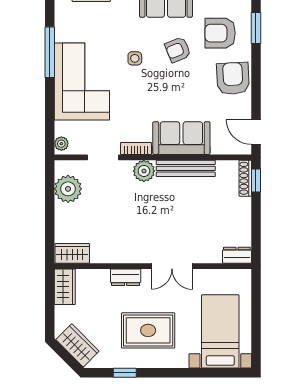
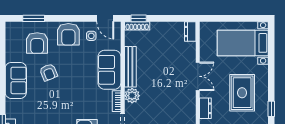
side table: (135, 58) -> (91, 36), moved
armchair: (233, 78) -> (68, 34), turned -87
door: (256, 132) -> (105, 18), hinge flipped

